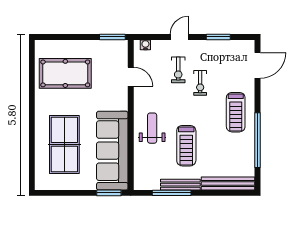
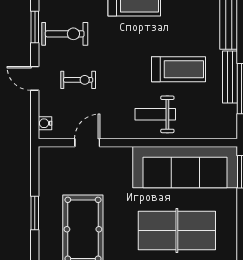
window: (112, 37) -> (35, 213), moved
exercise bike: (200, 83) -> (65, 34), moved, width x1.38, depth x1.39

